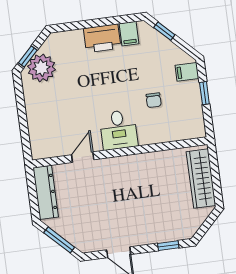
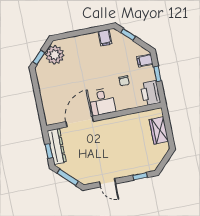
printer: (102, 38) -> (150, 93), moved, turned 90
plant: (41, 68) -> (55, 55), moved
door: (83, 157) -> (80, 122), width x1.87
wardrobe: (201, 179) -> (159, 130), width x0.67
window: (33, 198) -> (49, 151), added

